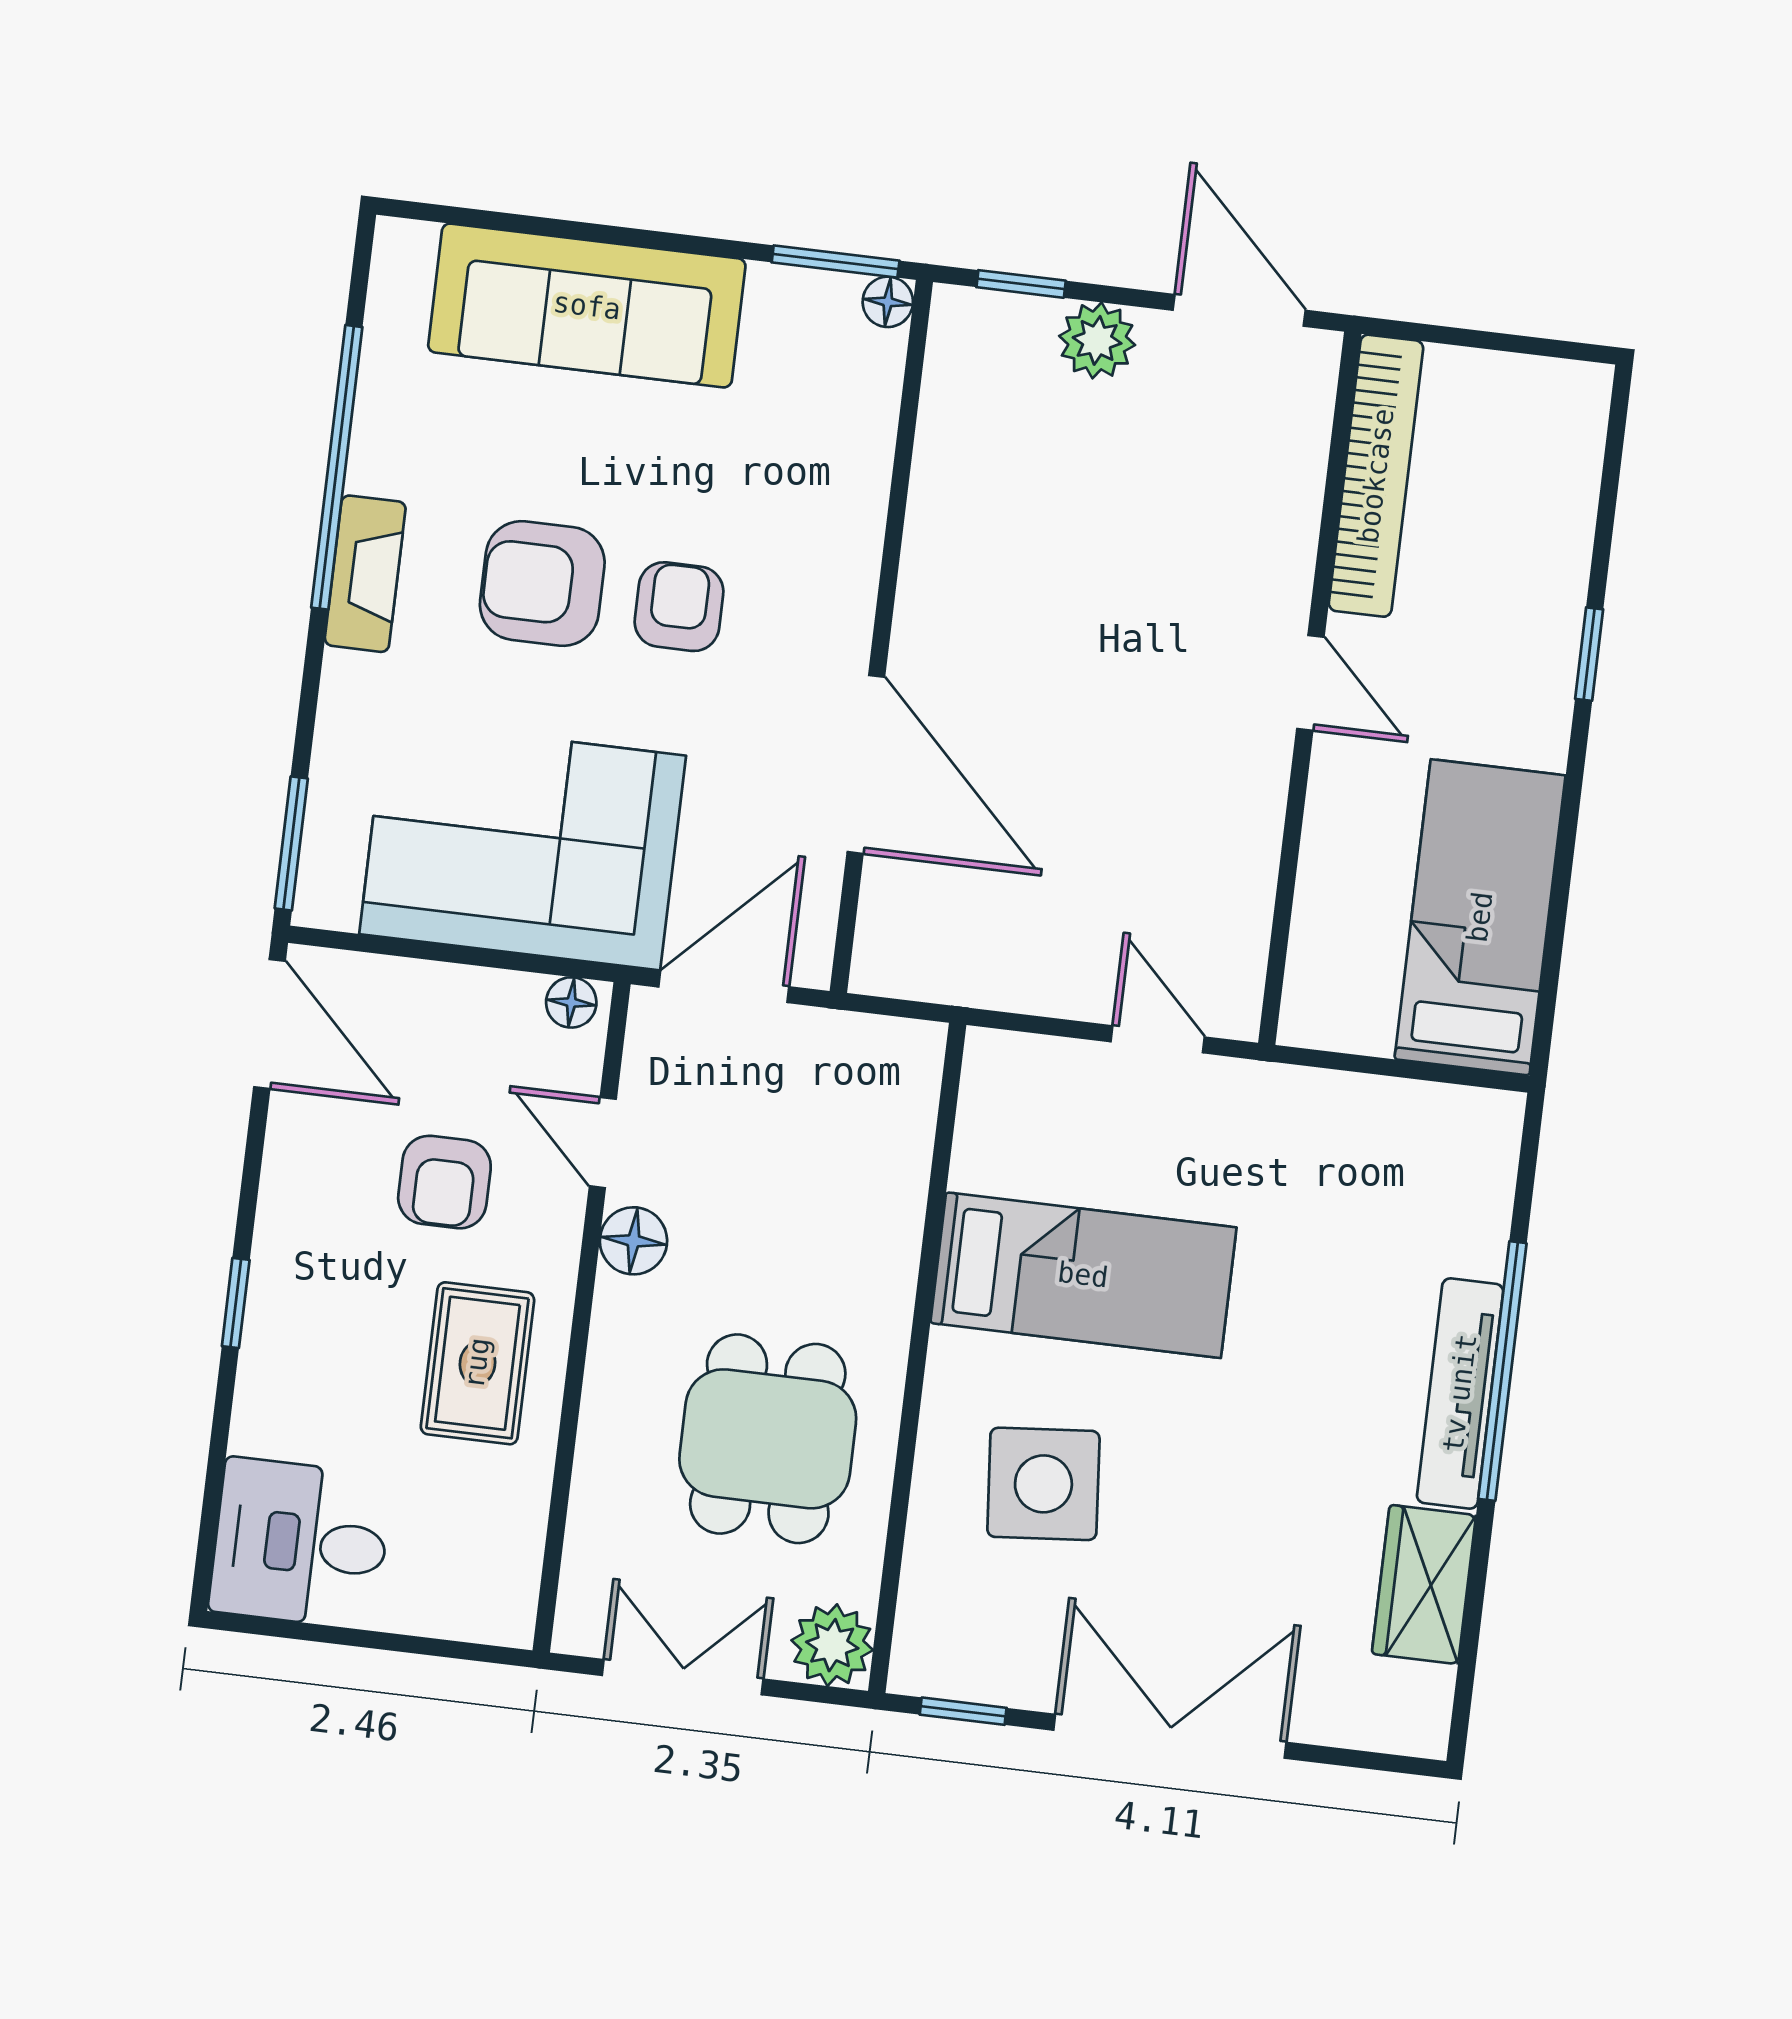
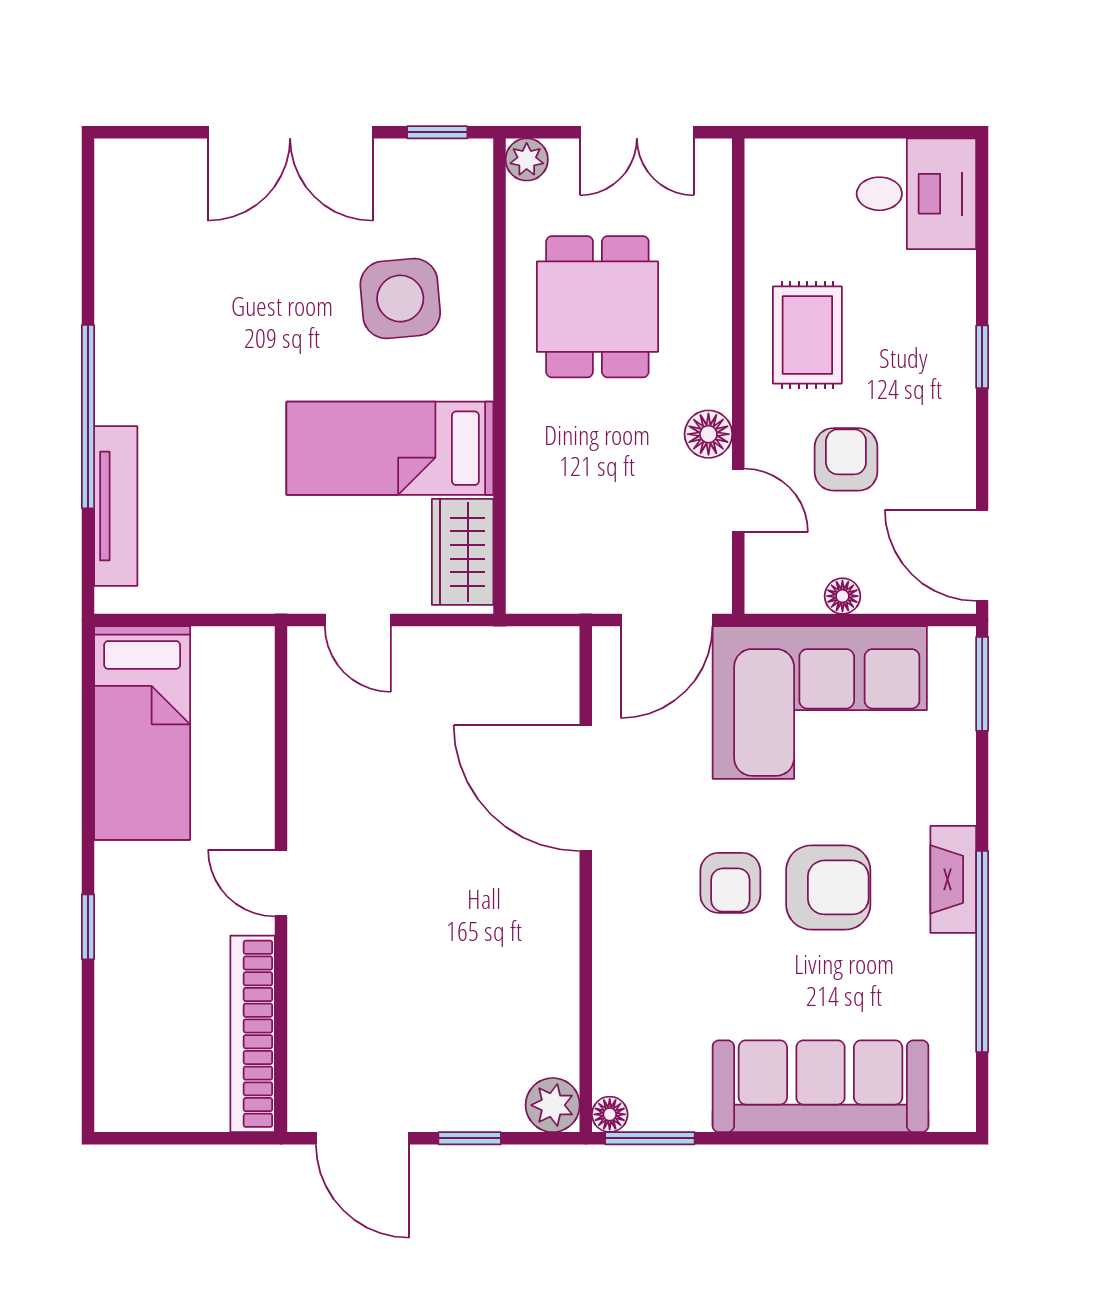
window: (1021, 284) -> (470, 1138), moved
plant: (1097, 340) -> (553, 1105), moved
floor lamp: (571, 1002) -> (842, 596), moved
tv unit: (1460, 1393) -> (116, 506), moved
wardrobe: (1424, 1585) -> (463, 552), moved, turned 180
plant: (832, 1645) -> (527, 160), width x0.73, depth x0.73

